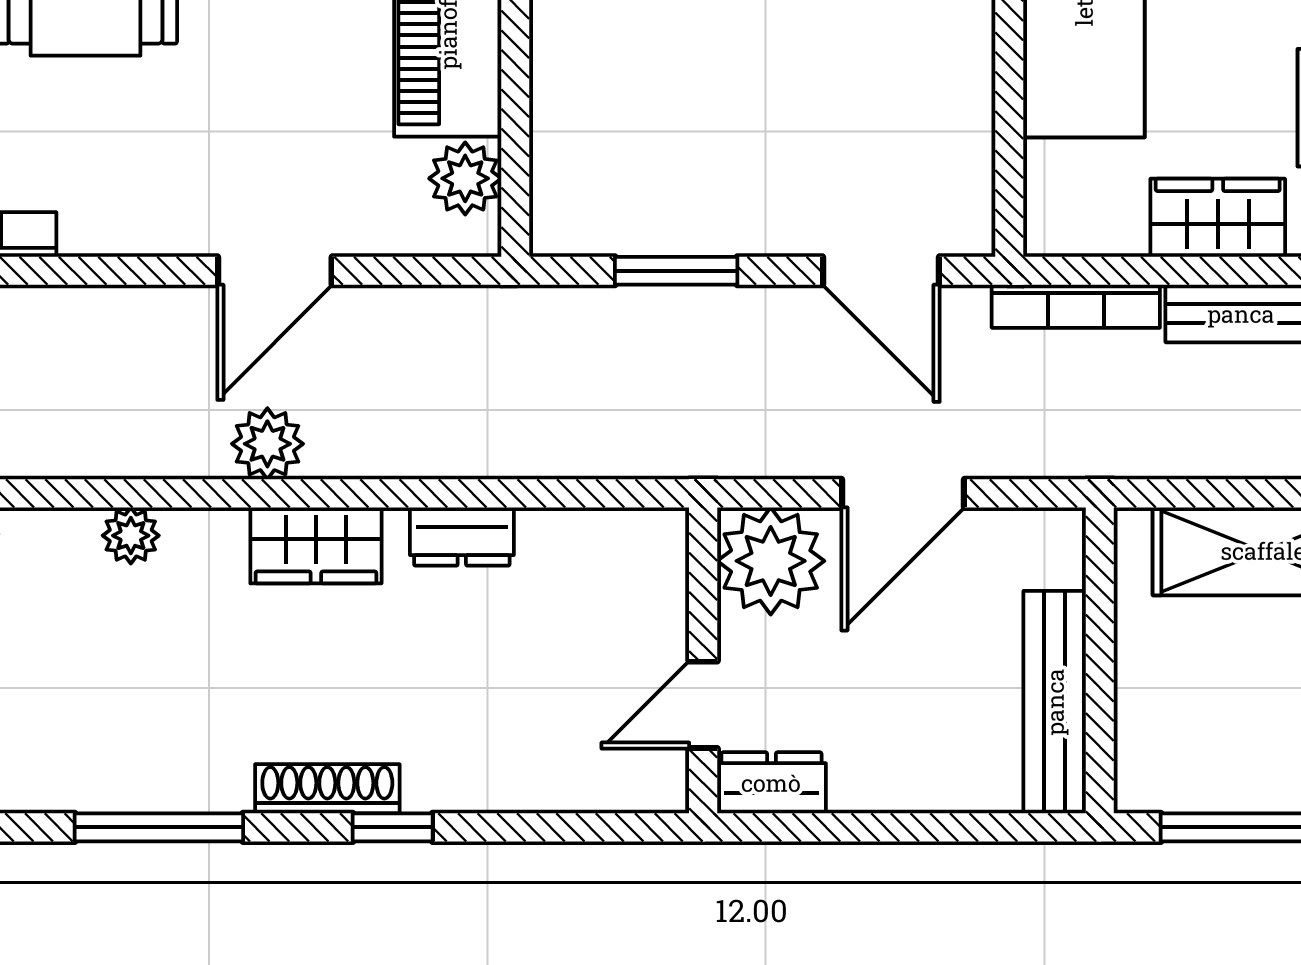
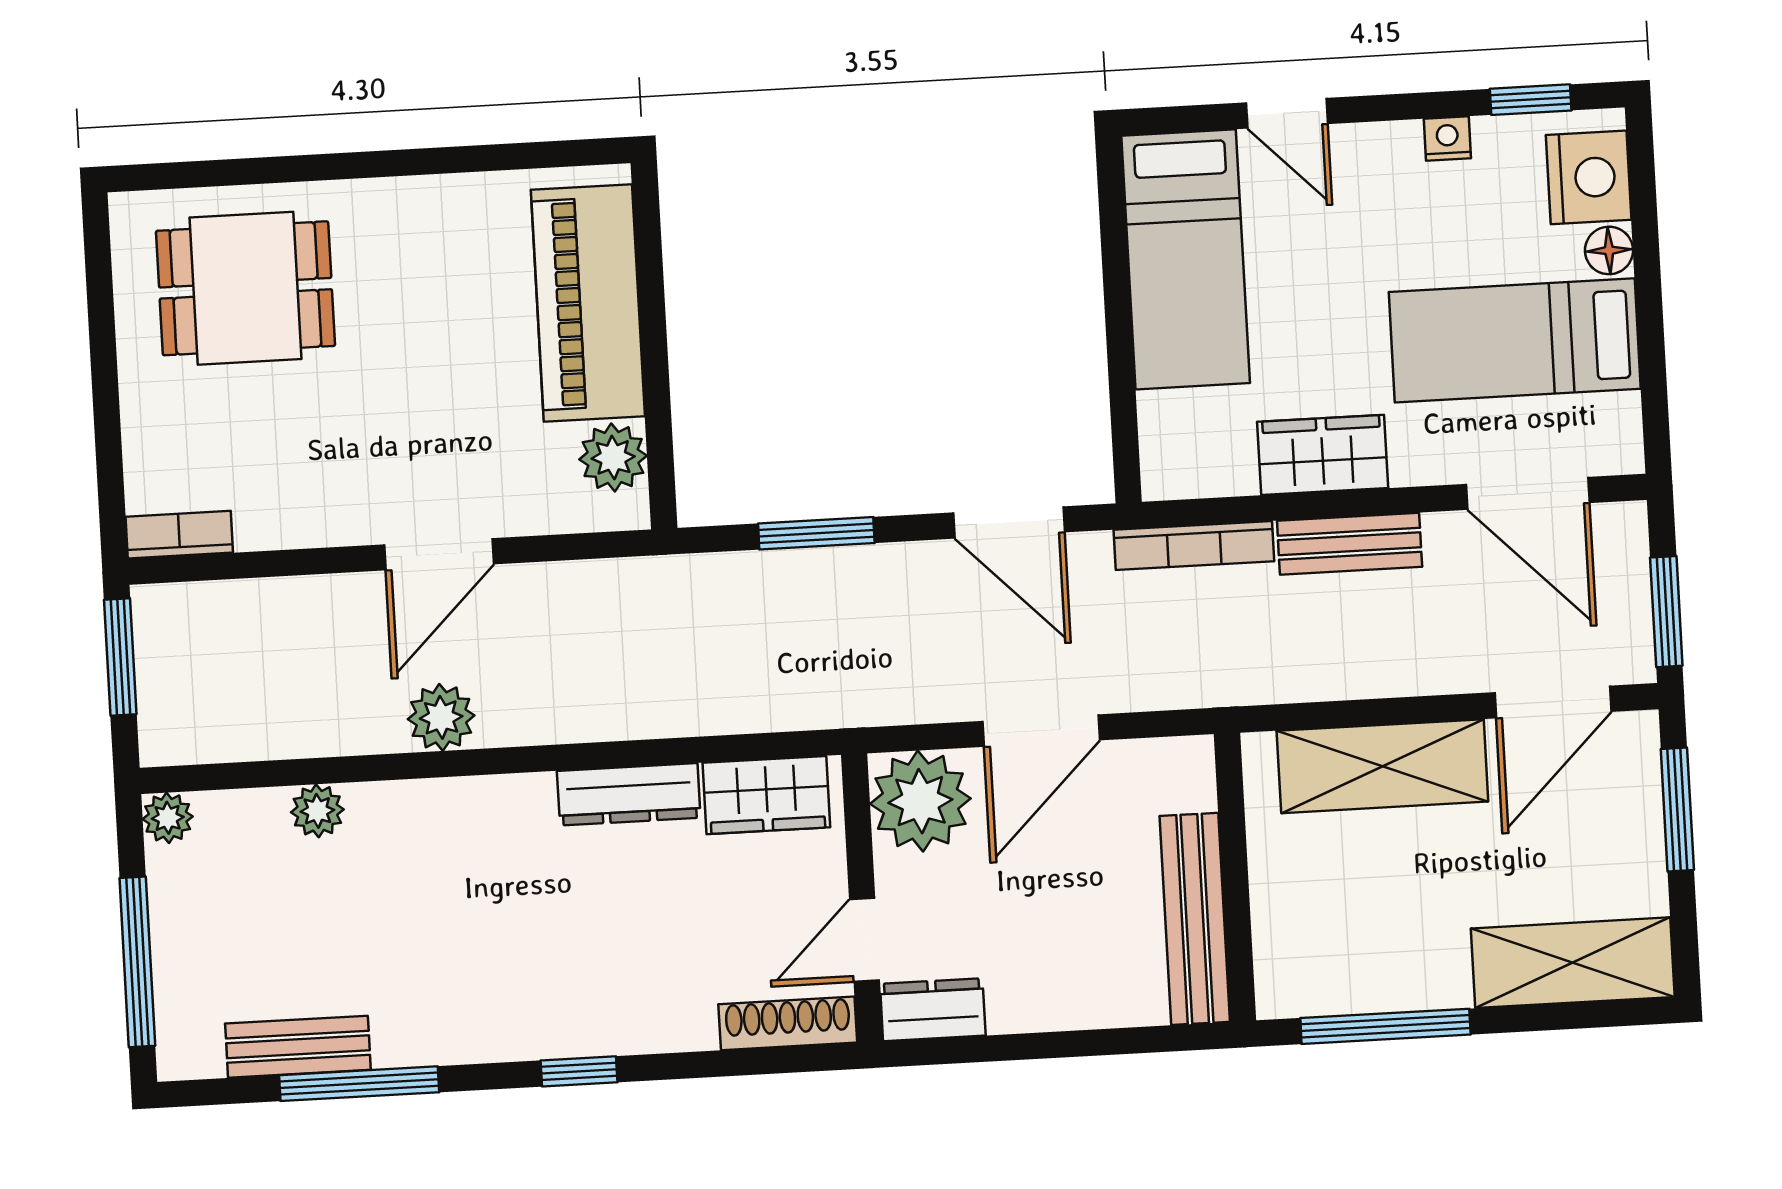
dresser: (462, 537) -> (629, 794), width x1.44
wardrobe: (316, 545) -> (766, 795), moved
bench: (96, 784) -> (298, 1047), added
shoe rack: (327, 789) -> (788, 1023), moved

